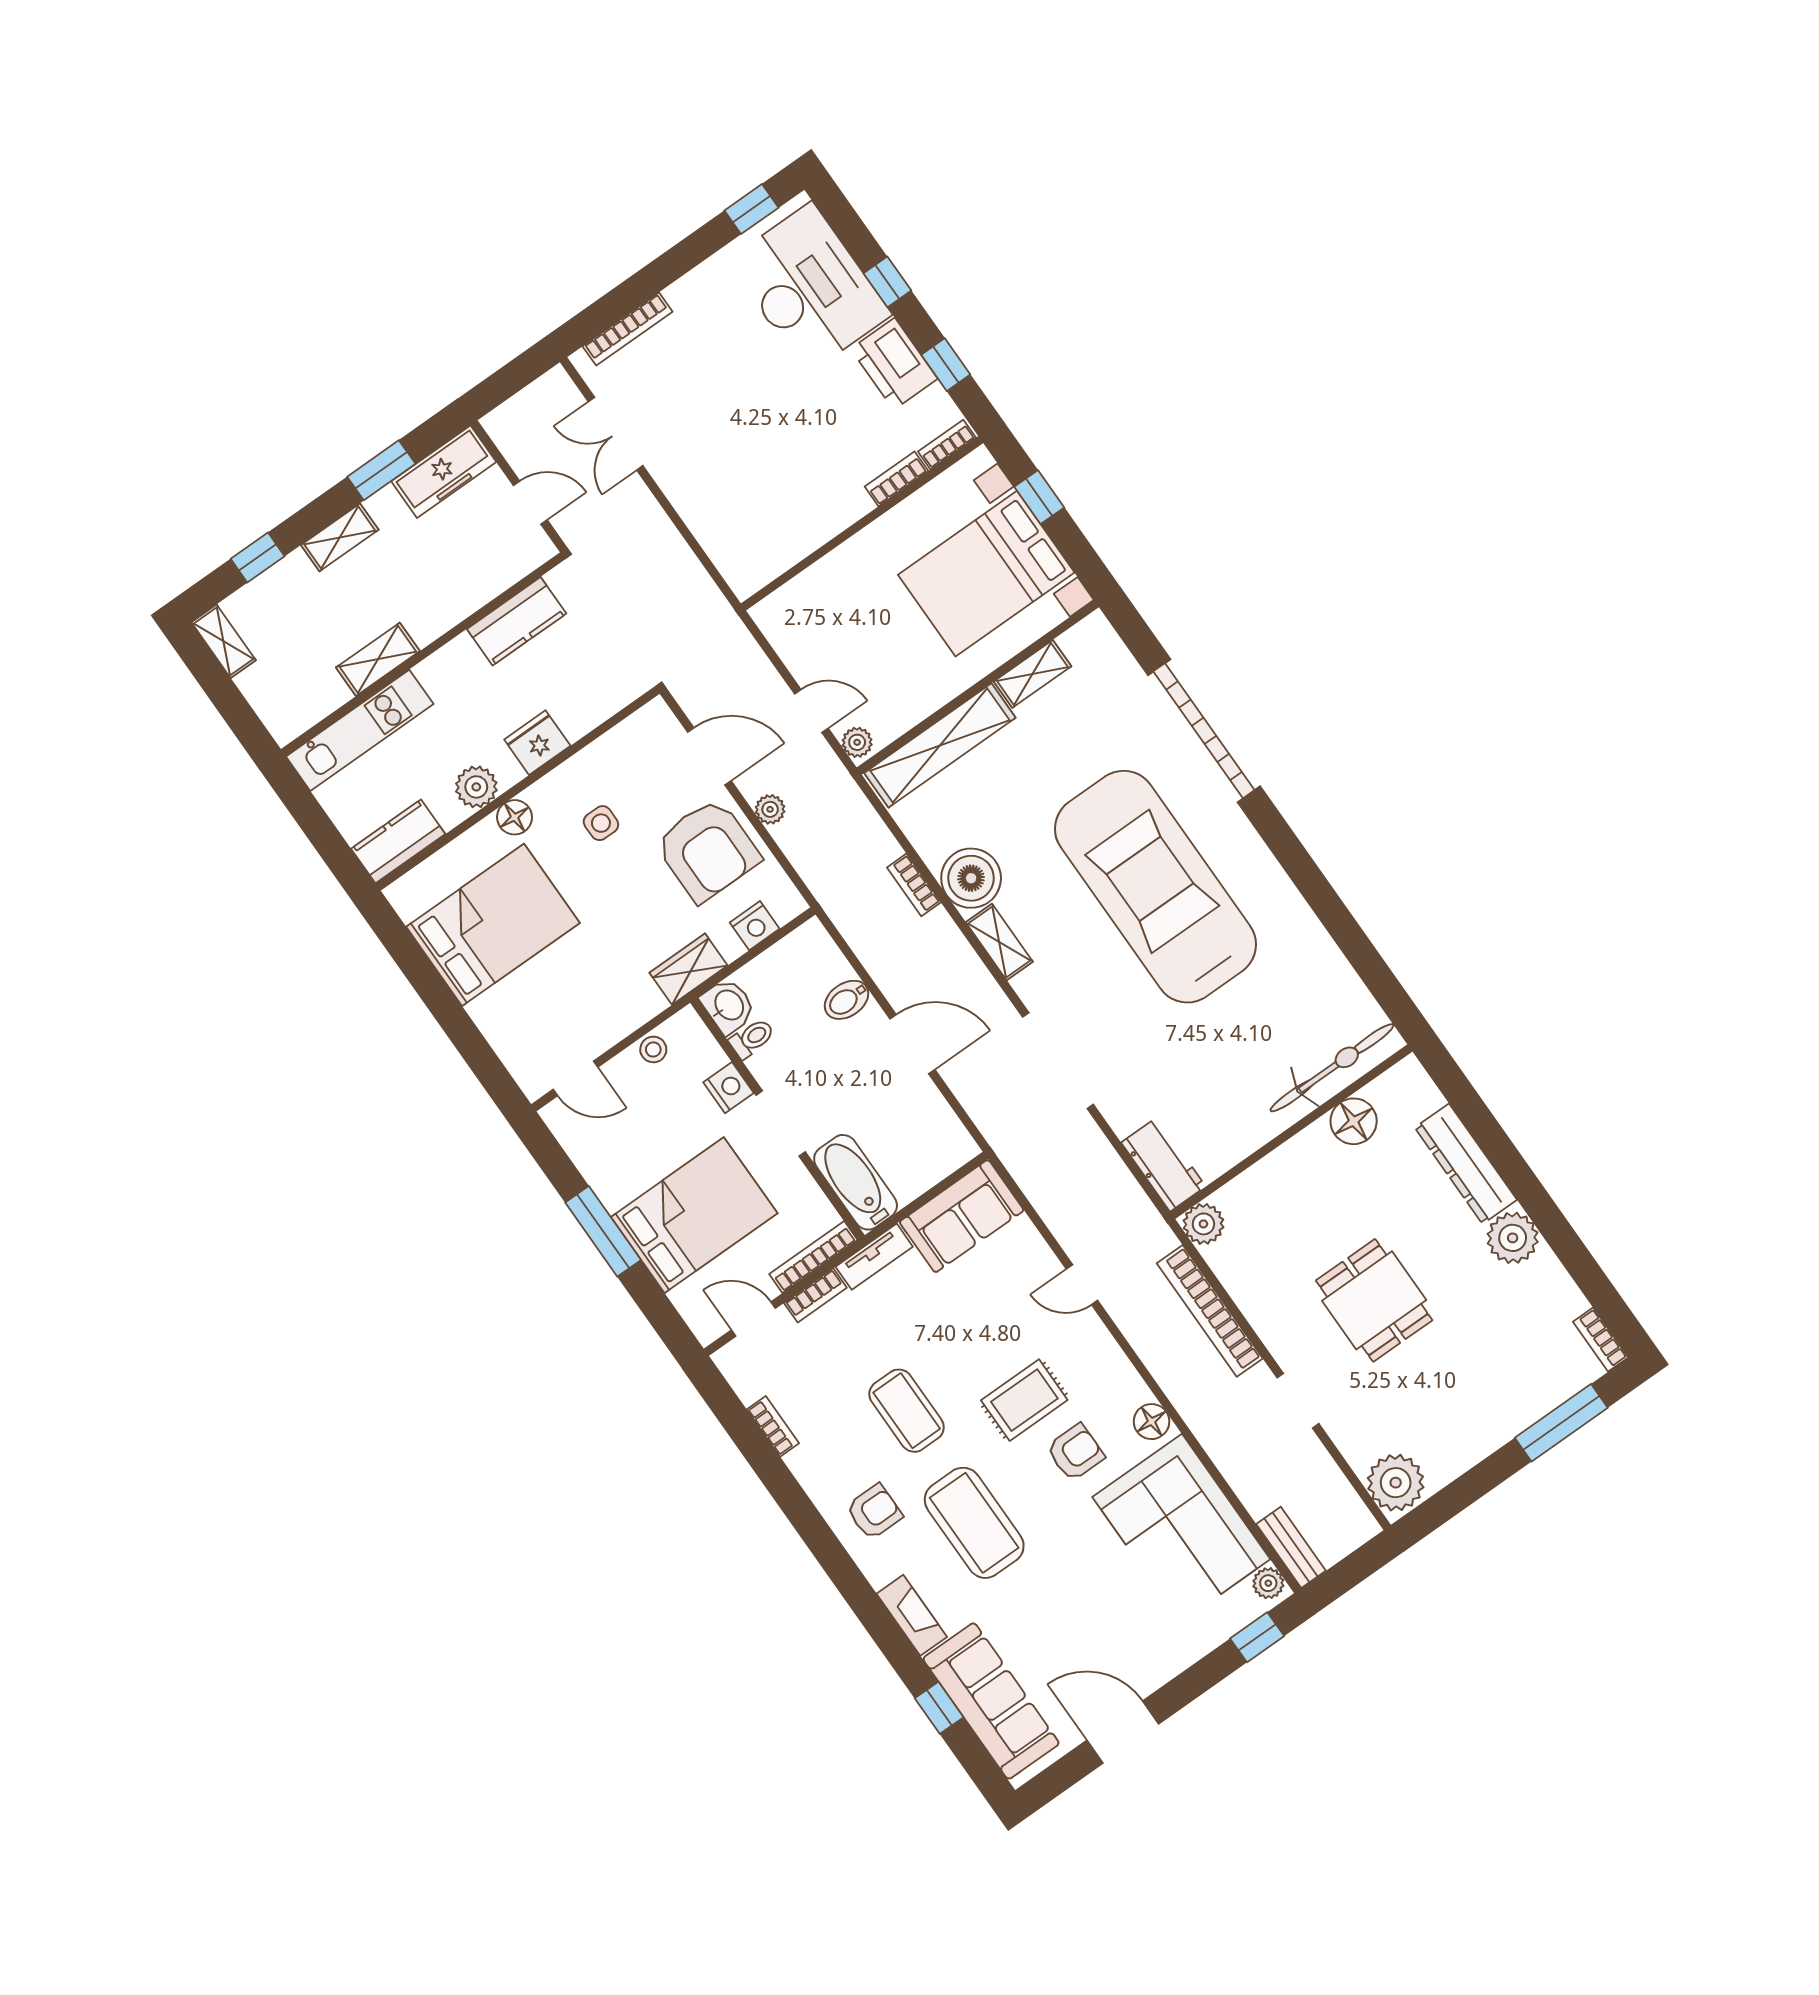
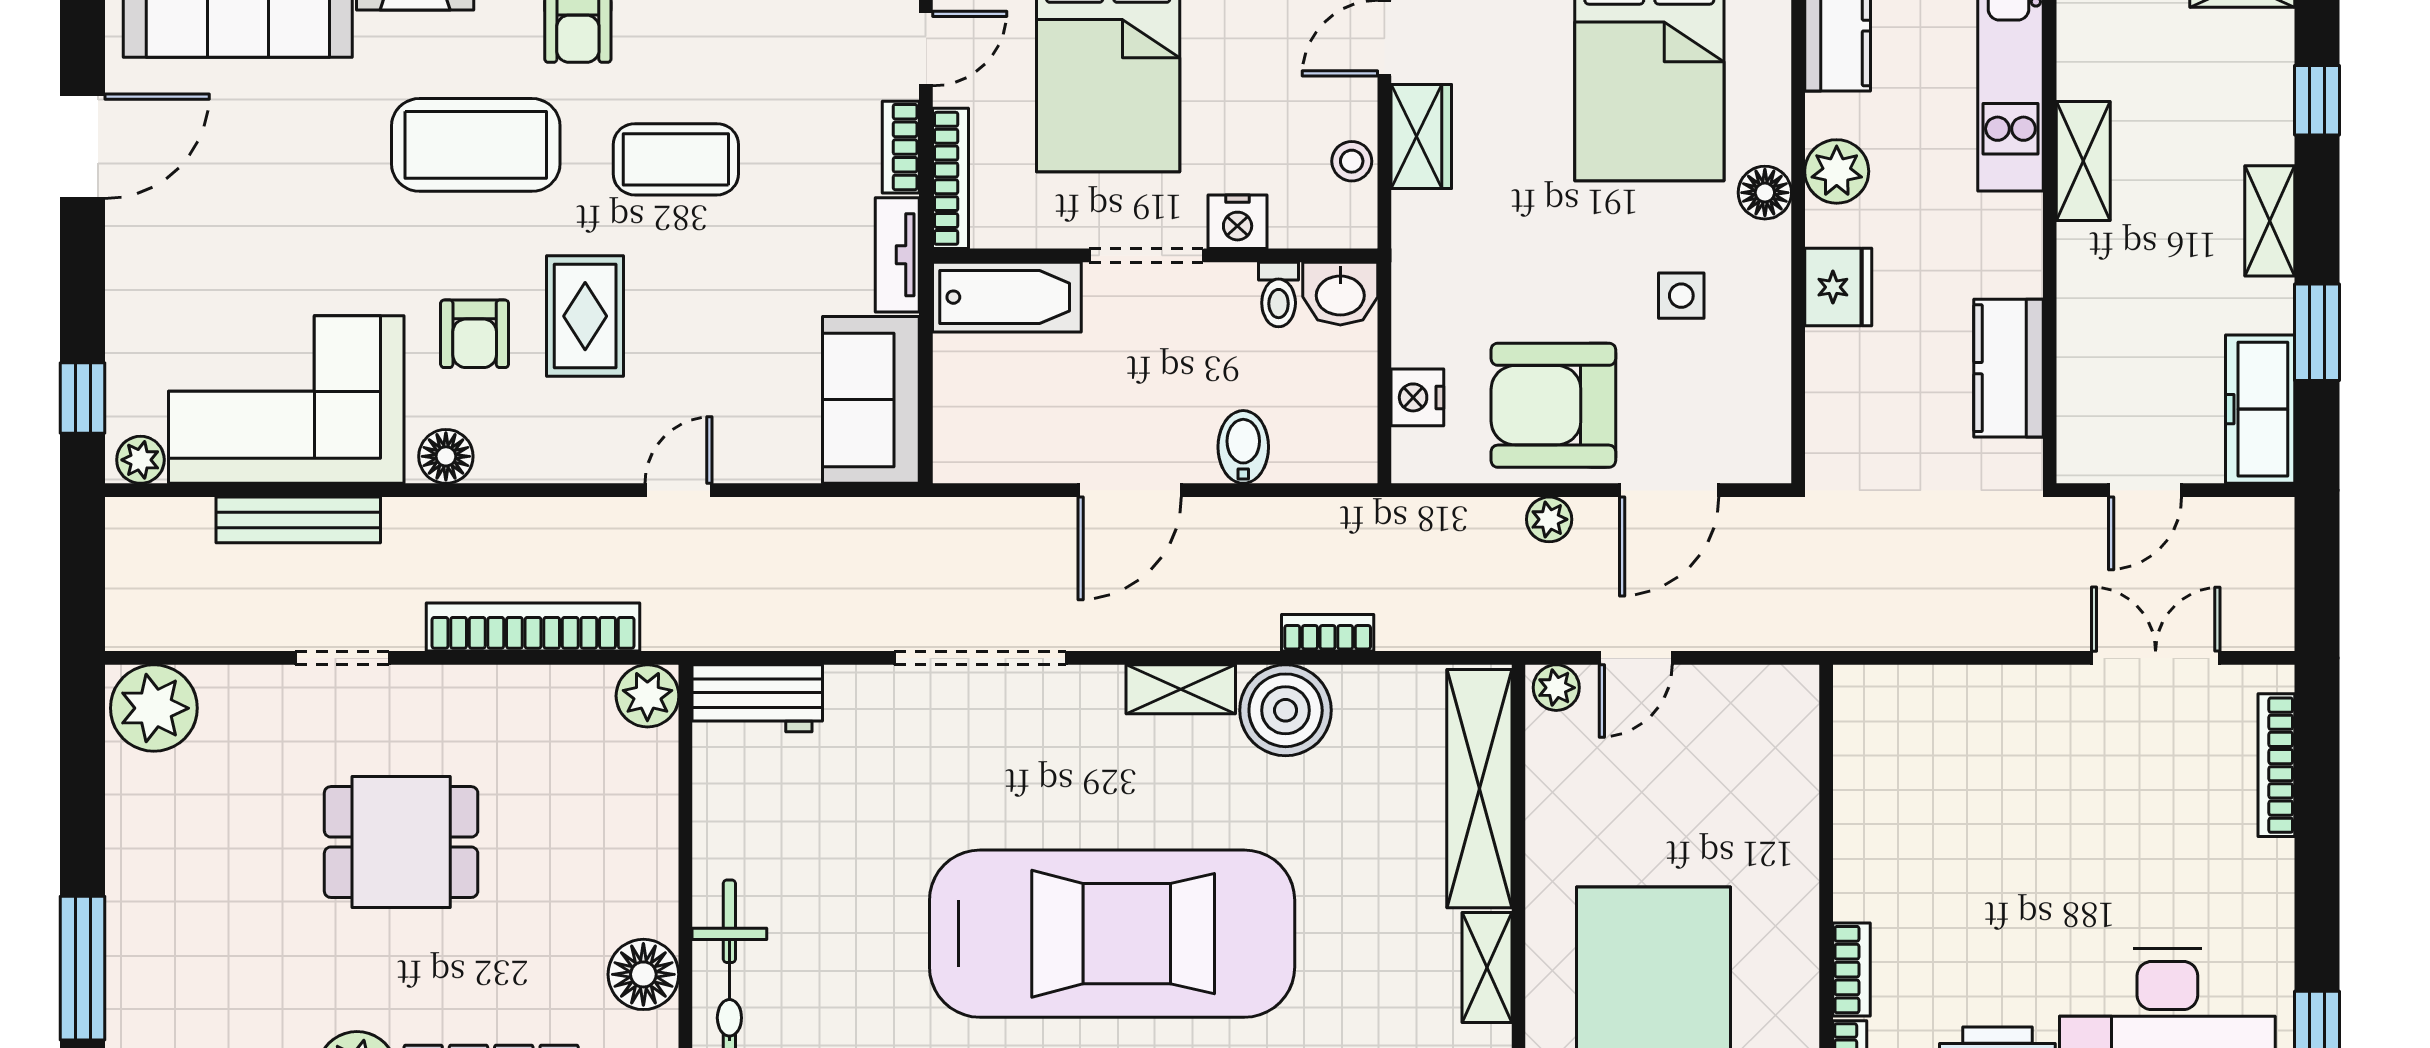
wardrobe: (689, 969) -> (1421, 136), moved
bench: (1291, 1547) -> (298, 520), moved, width x1.36

